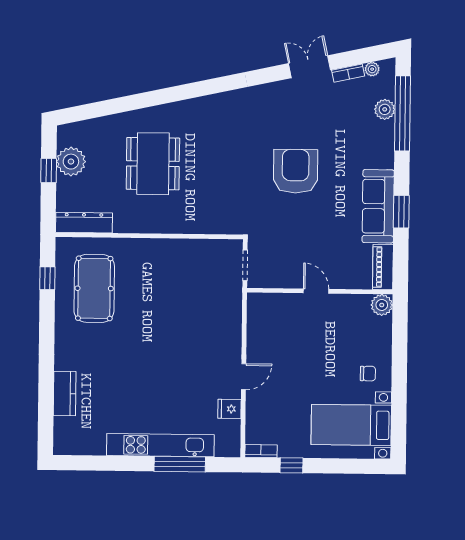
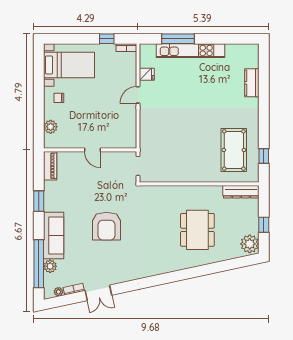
plant: (71, 162) -> (250, 244), moved
sofa: (378, 206) -> (54, 235), moved
plant: (382, 305) -> (51, 127), moved

